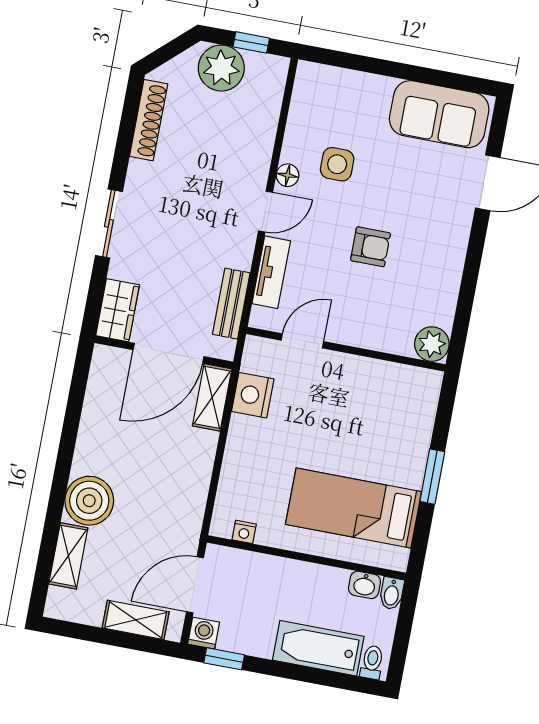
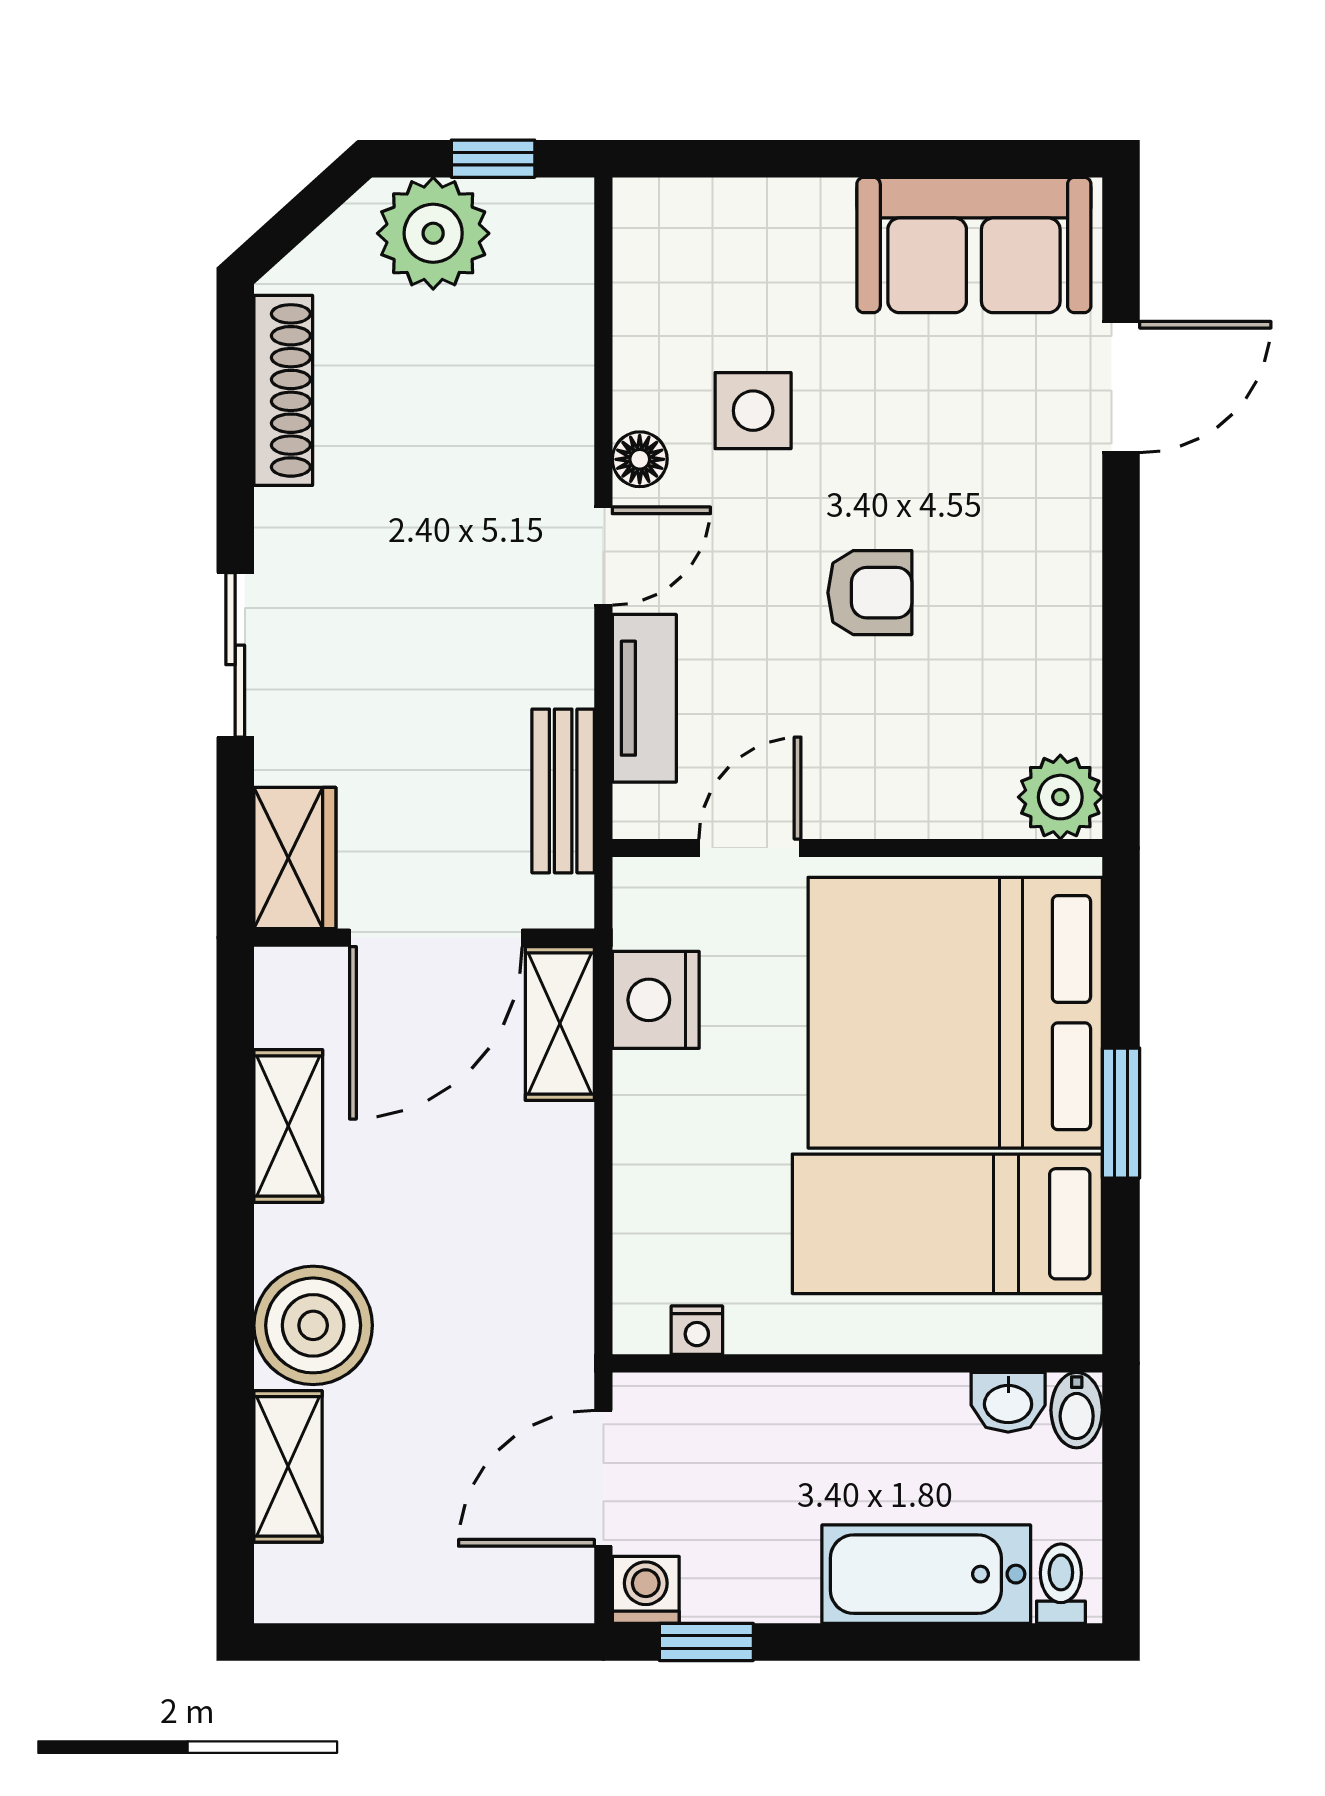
bed: (373, 423) -> (955, 1013), added
shelving: (136, 620) -> (288, 1126), moved, turned 90

